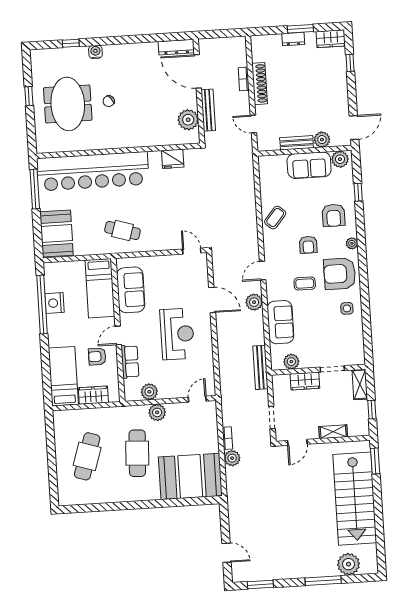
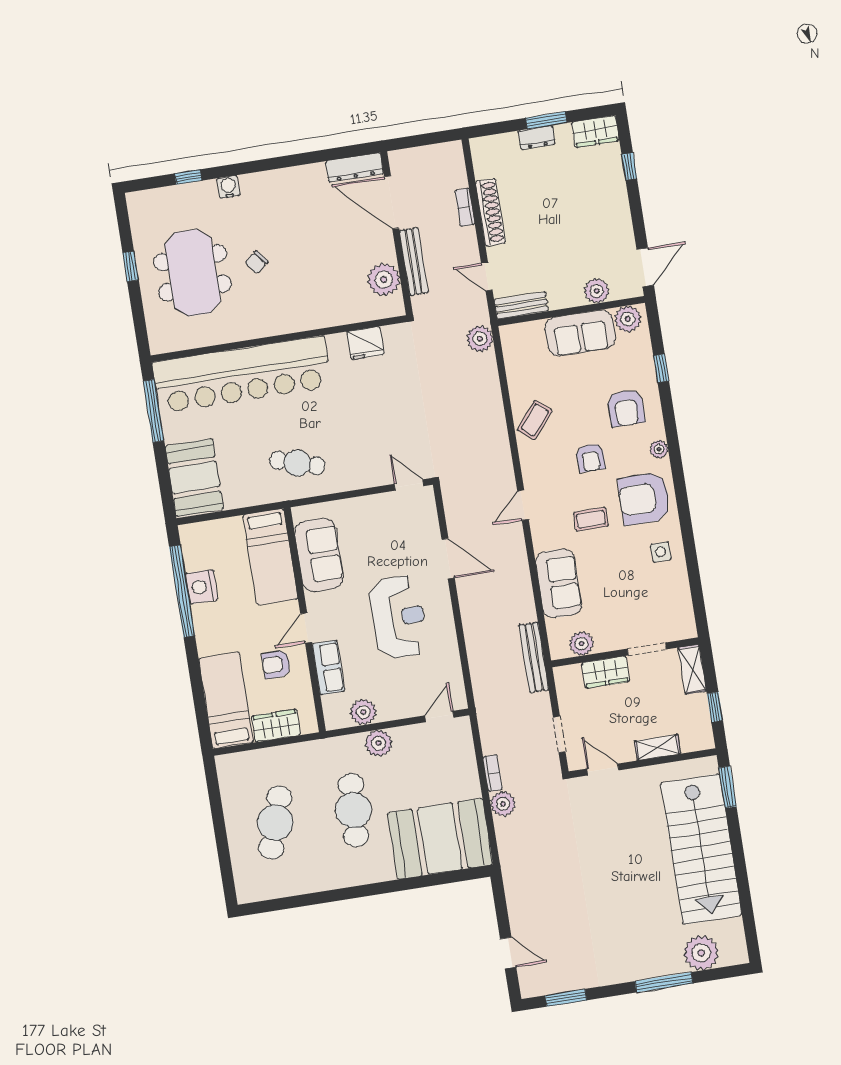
bench: (297, 143) -> (521, 305), moved
plant: (254, 302) -> (480, 339), moved
door: (297, 442) -> (603, 769), swing flipped

